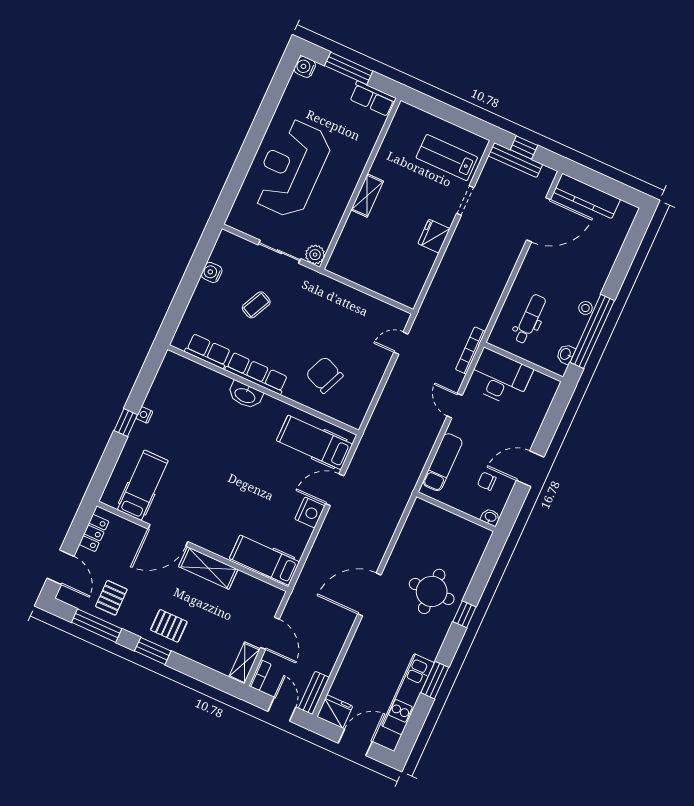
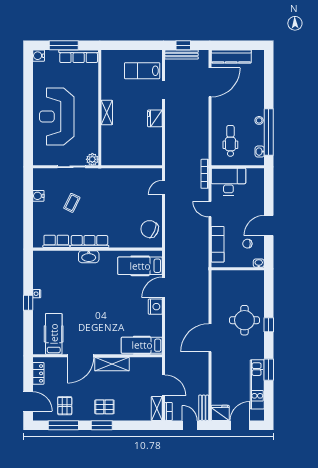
row of seats: (373, 99) -> (79, 56), width x1.48
chair: (324, 375) -> (150, 229), moved

